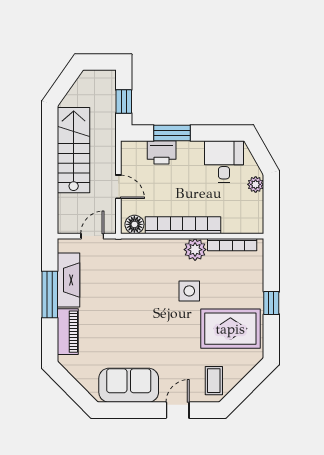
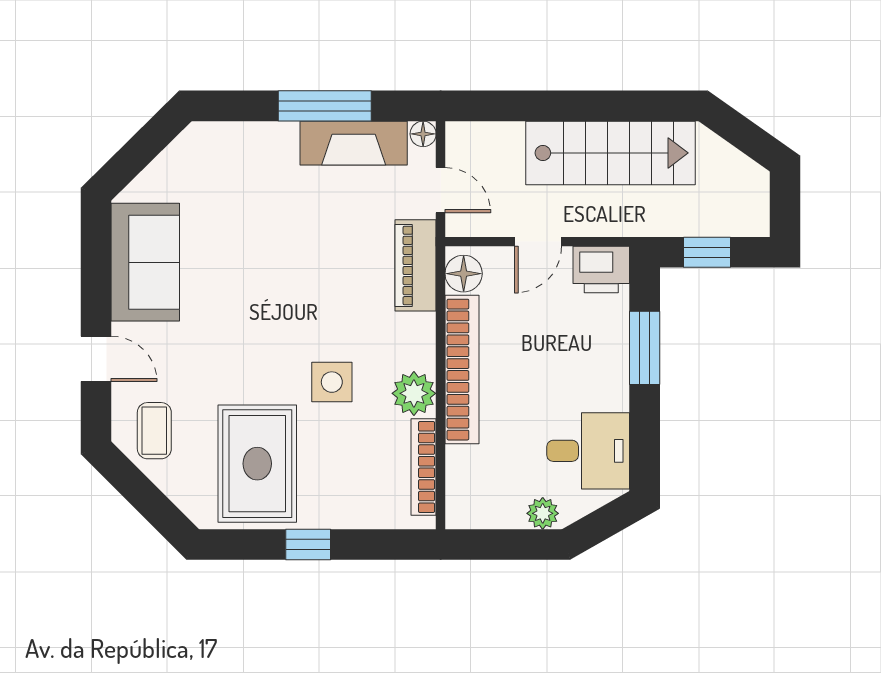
printer: (162, 152) -> (601, 270), moved, turned -90
floor lamp: (64, 245) -> (423, 134), added
piano: (68, 332) -> (416, 265), moved, turned 90
coffee table: (214, 381) -> (154, 431), turned 90

